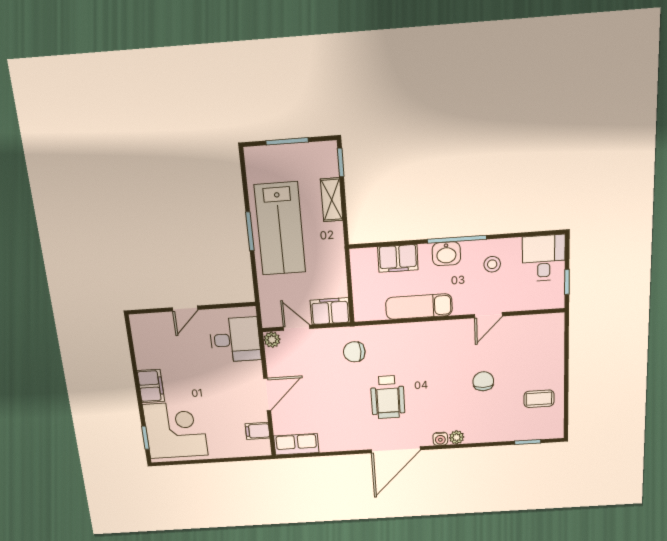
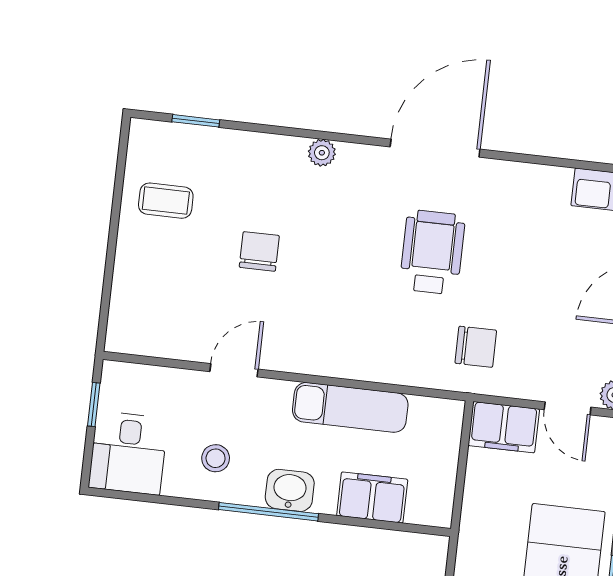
chair: (483, 381) -> (259, 251), turned 180
water cooler: (440, 439) -> (351, 155), removed

